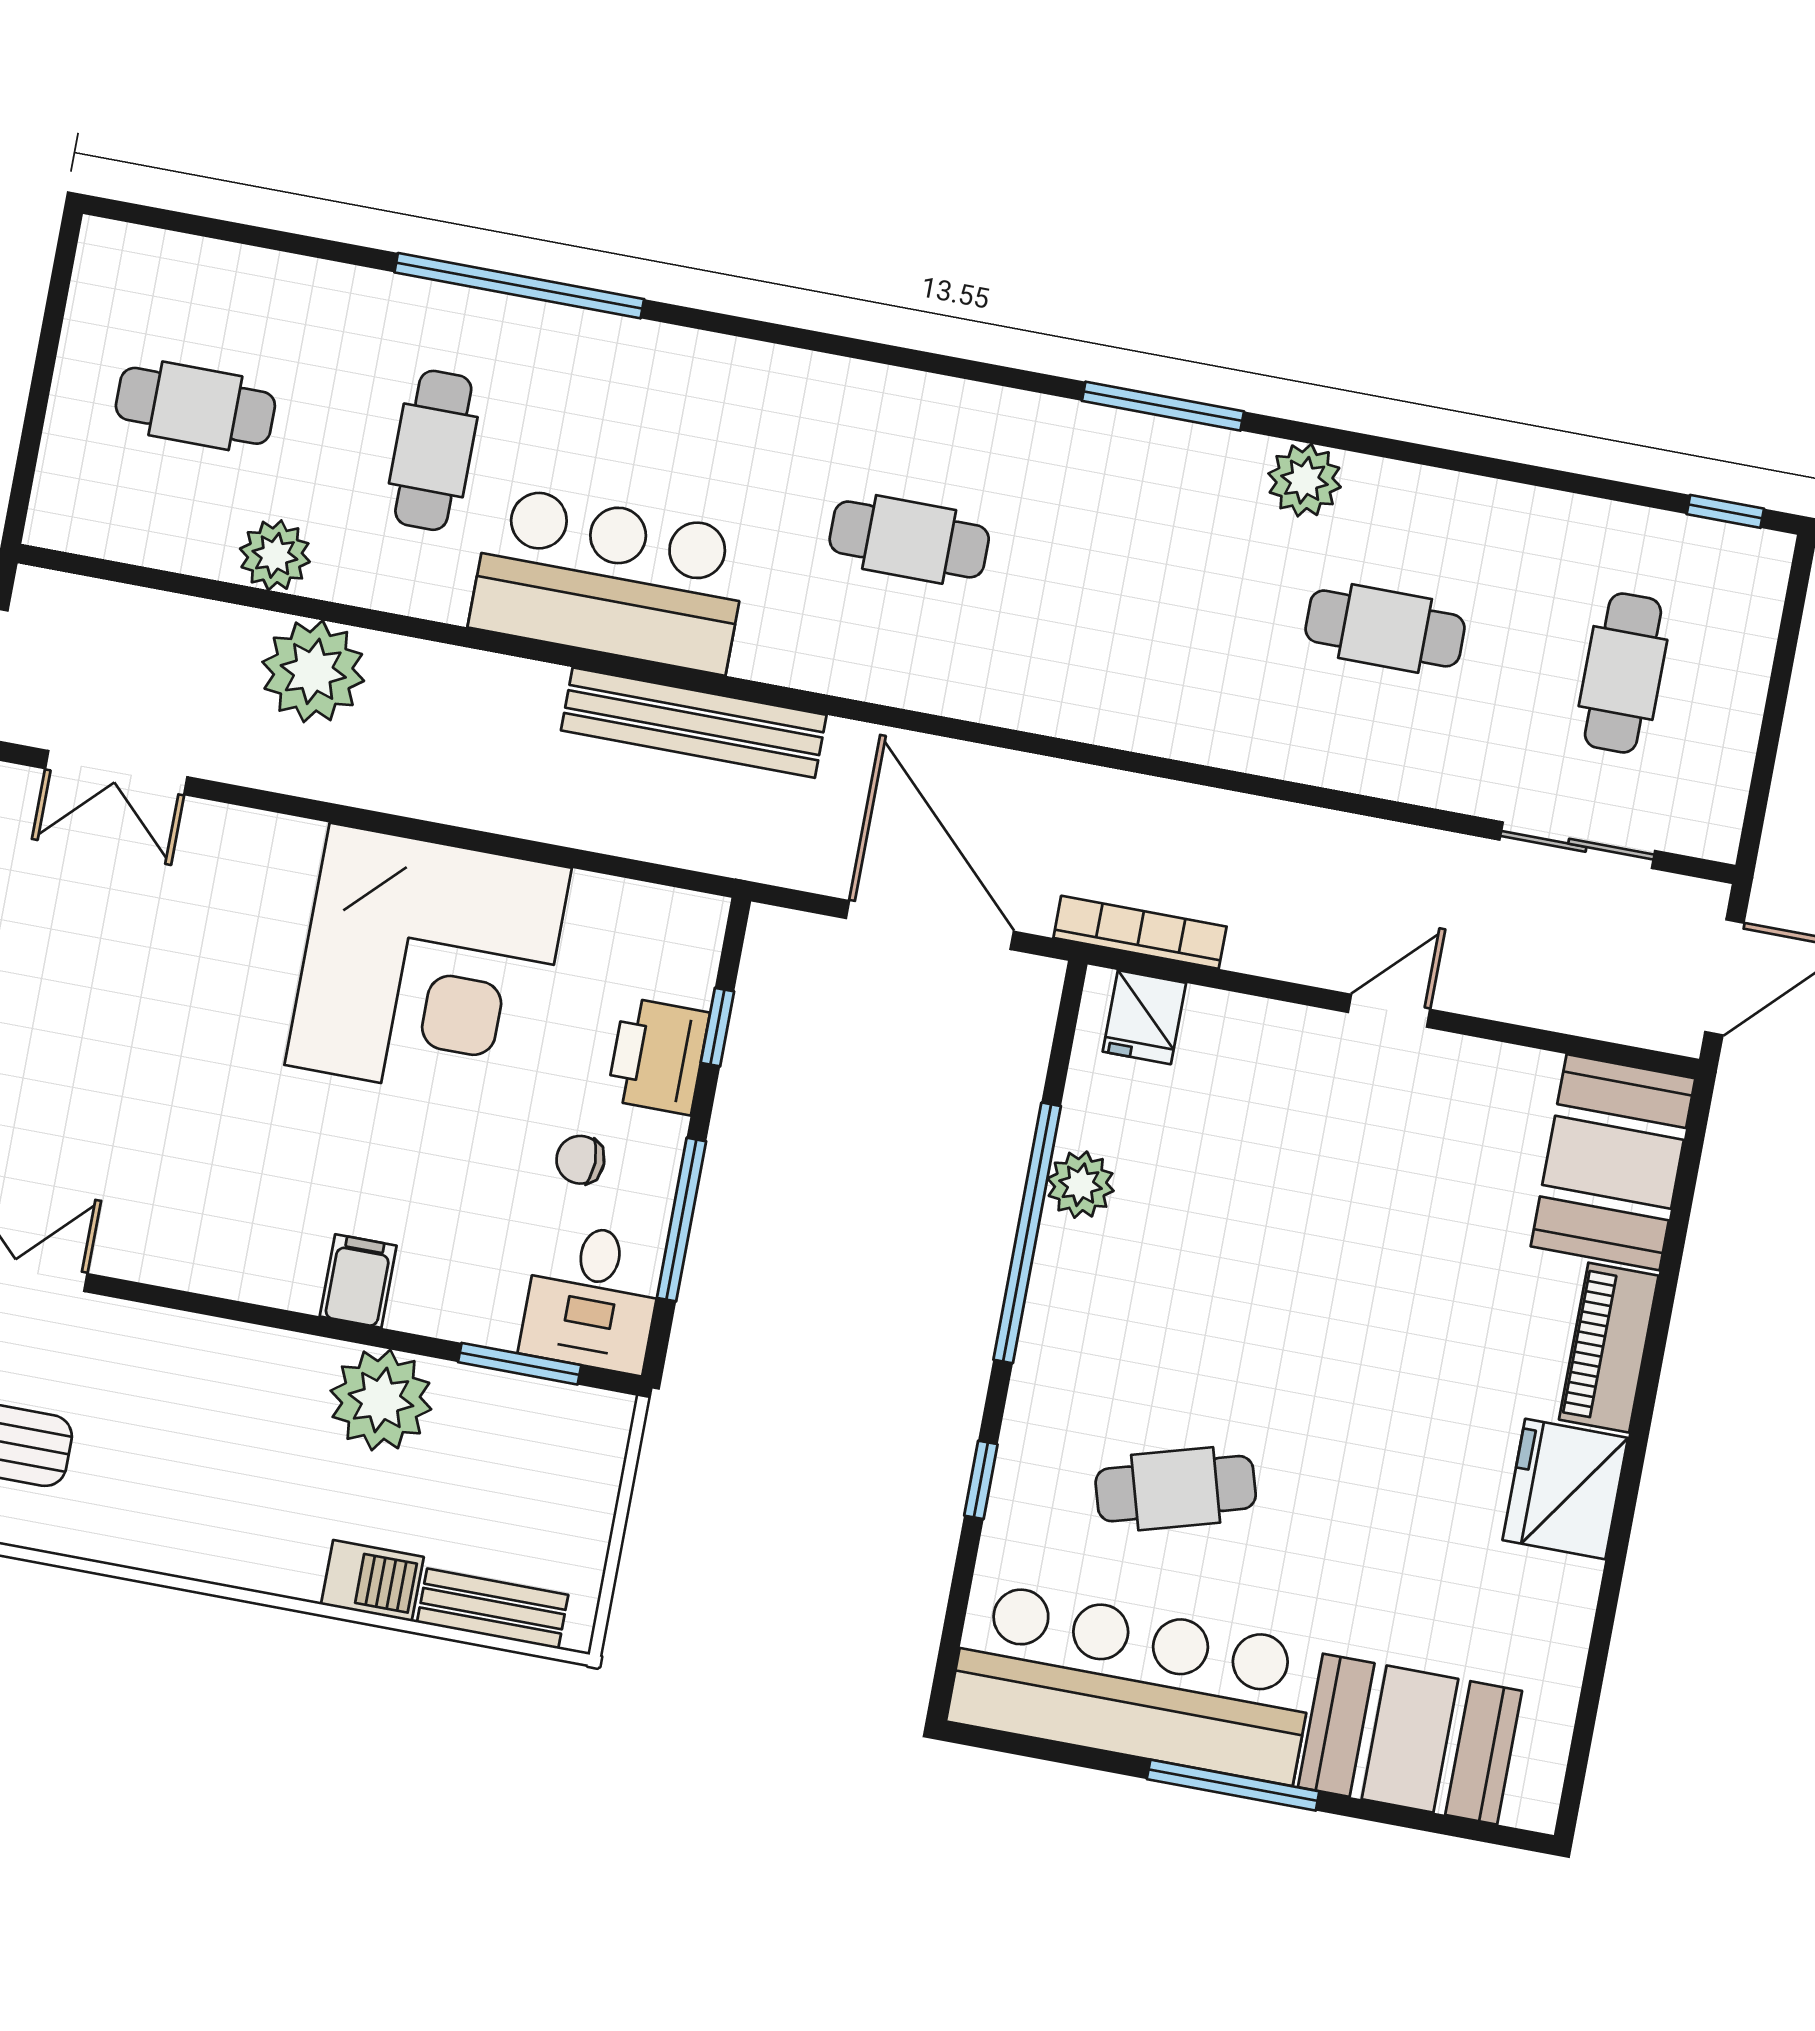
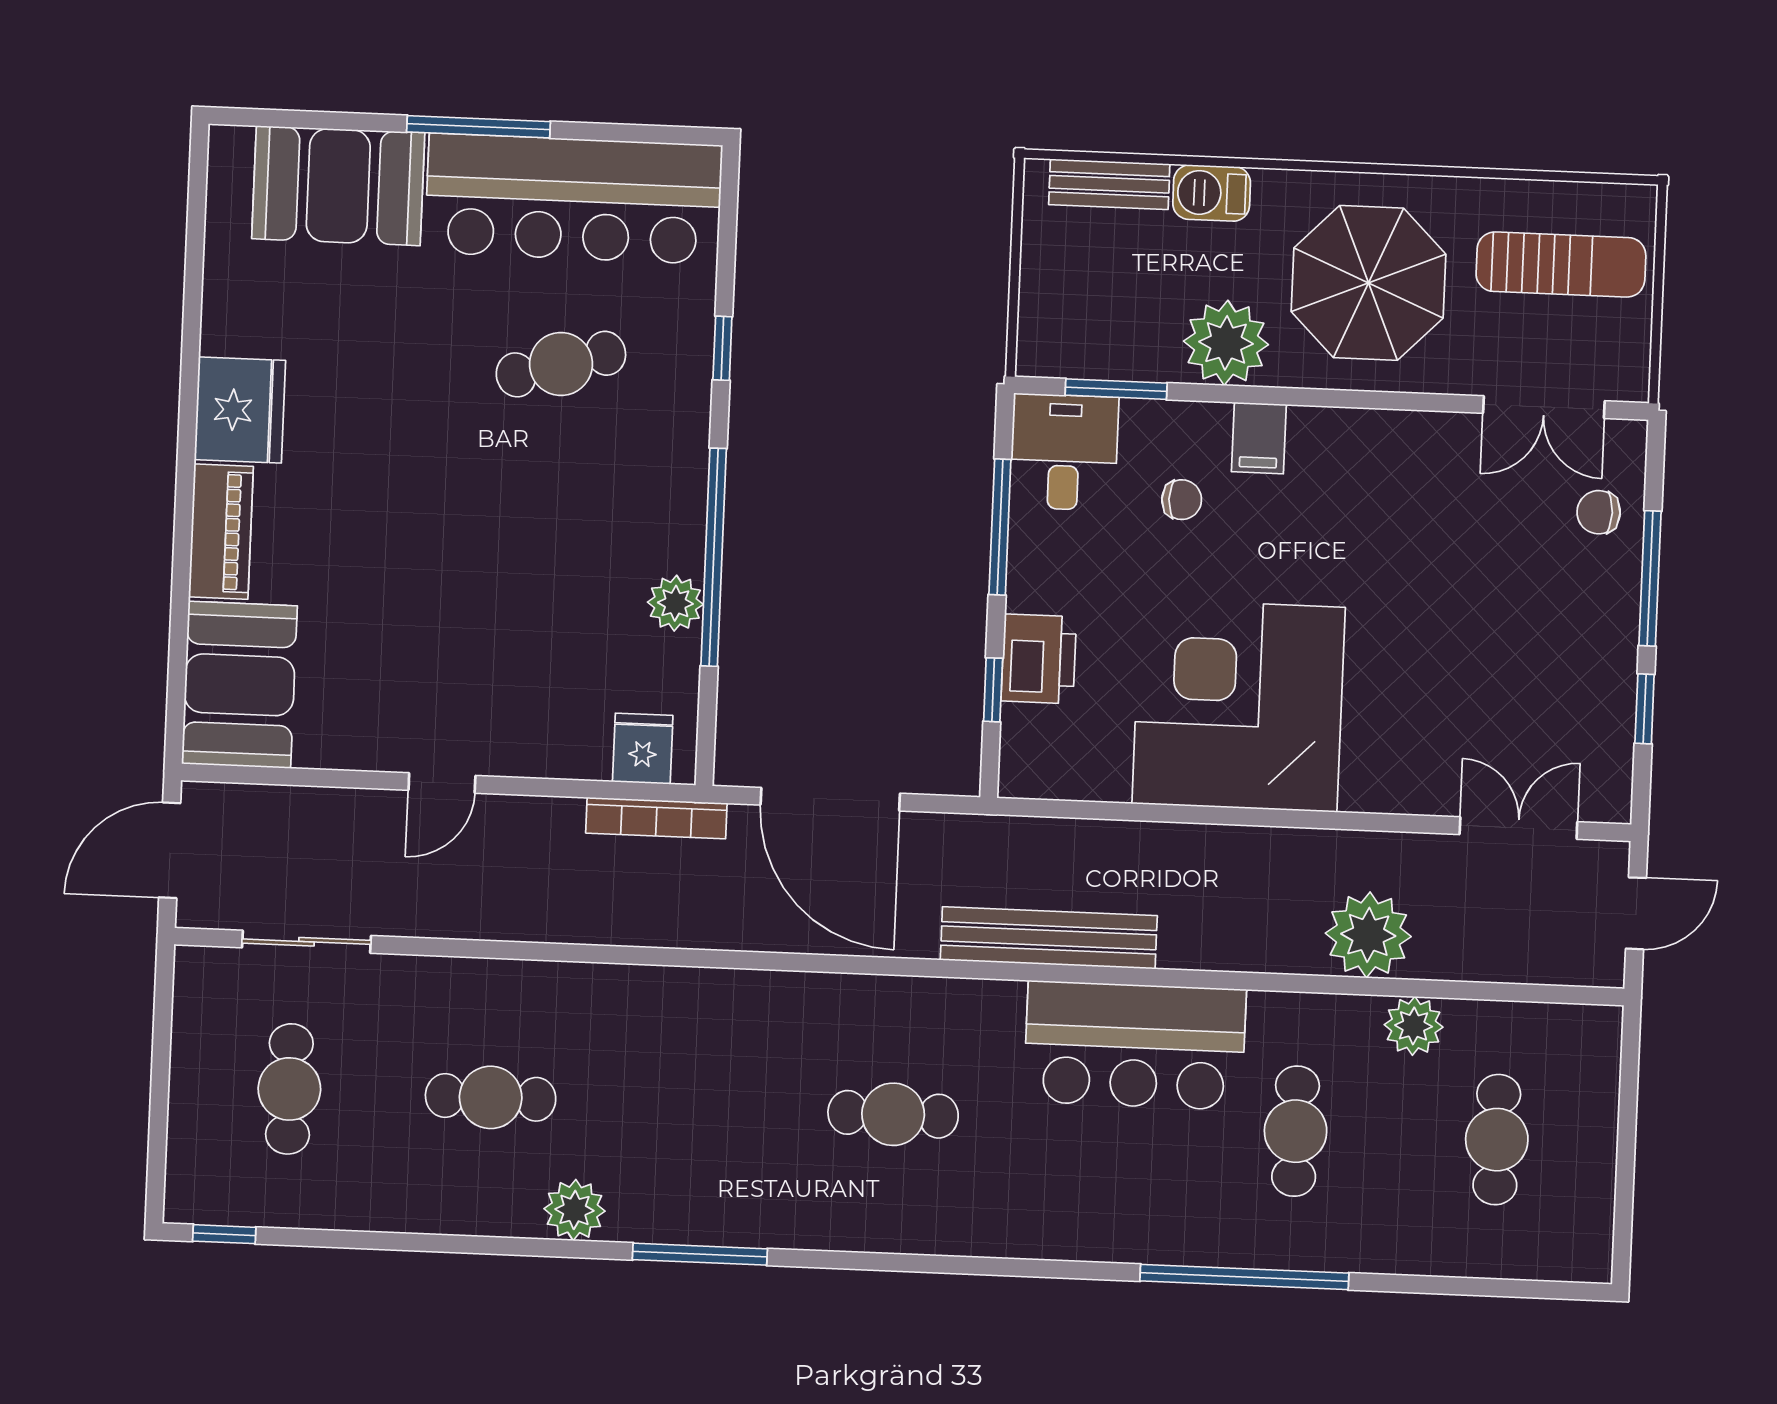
cafe table: (195, 406) -> (1497, 1140), turned 90
chair: (580, 1160) -> (1182, 500), moved
parasol: (201, 1447) -> (1369, 283), added

